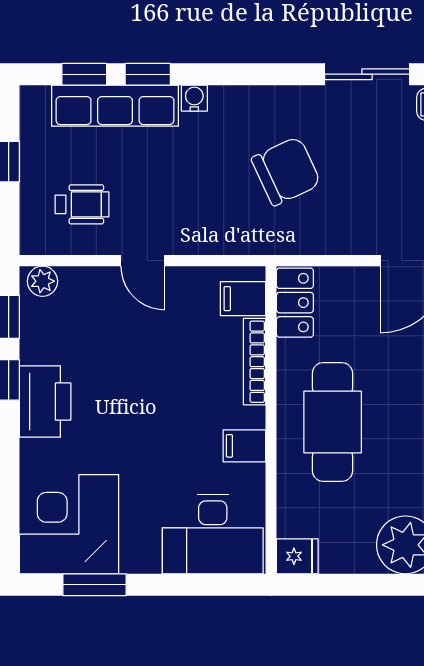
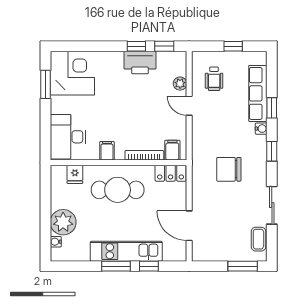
window: (84, 74) -> (272, 151), moved
chair: (286, 171) -> (229, 169), turned 115
door: (143, 261) -> (189, 106), hinge flipped
plant: (42, 281) -> (180, 84), moved
printer: (45, 402) -> (140, 62), moved
fridge: (297, 556) -> (75, 174), moved

